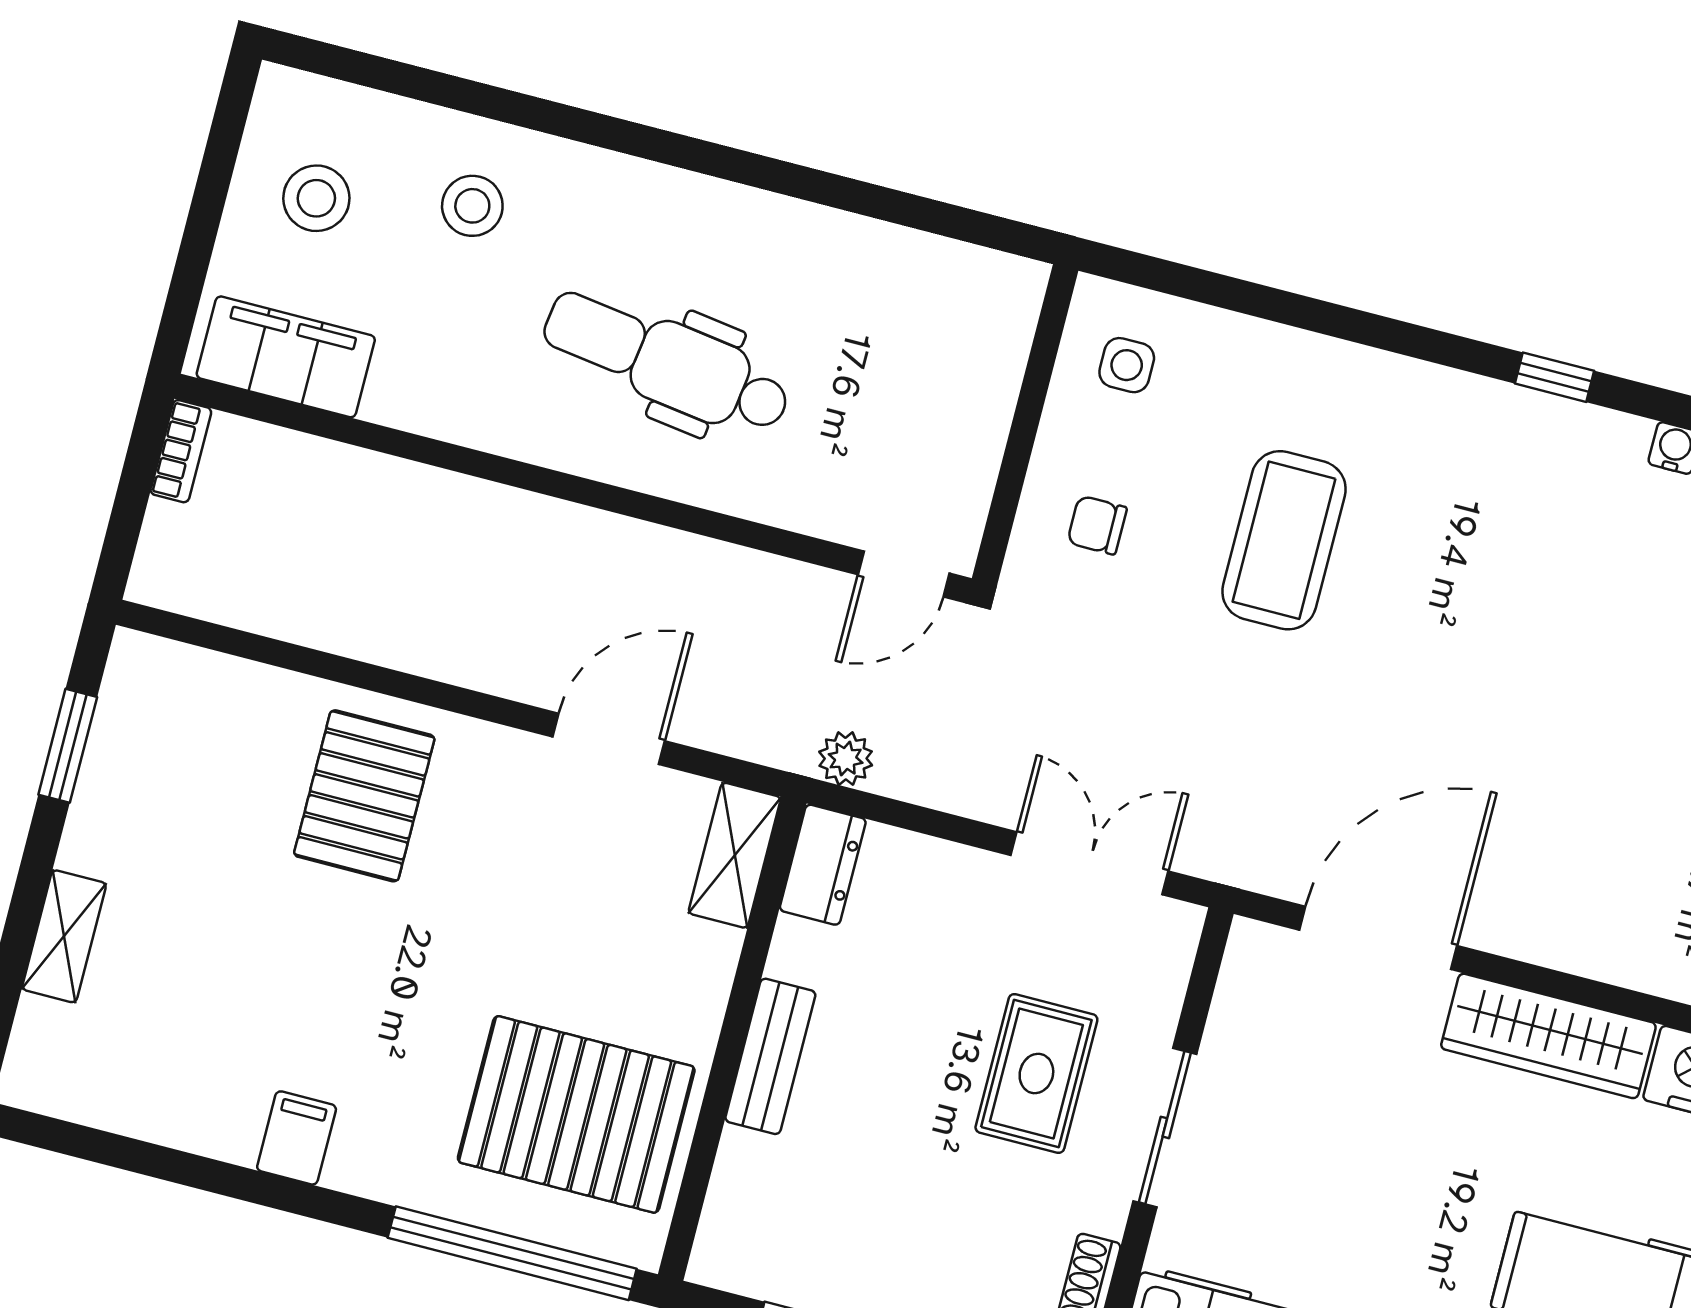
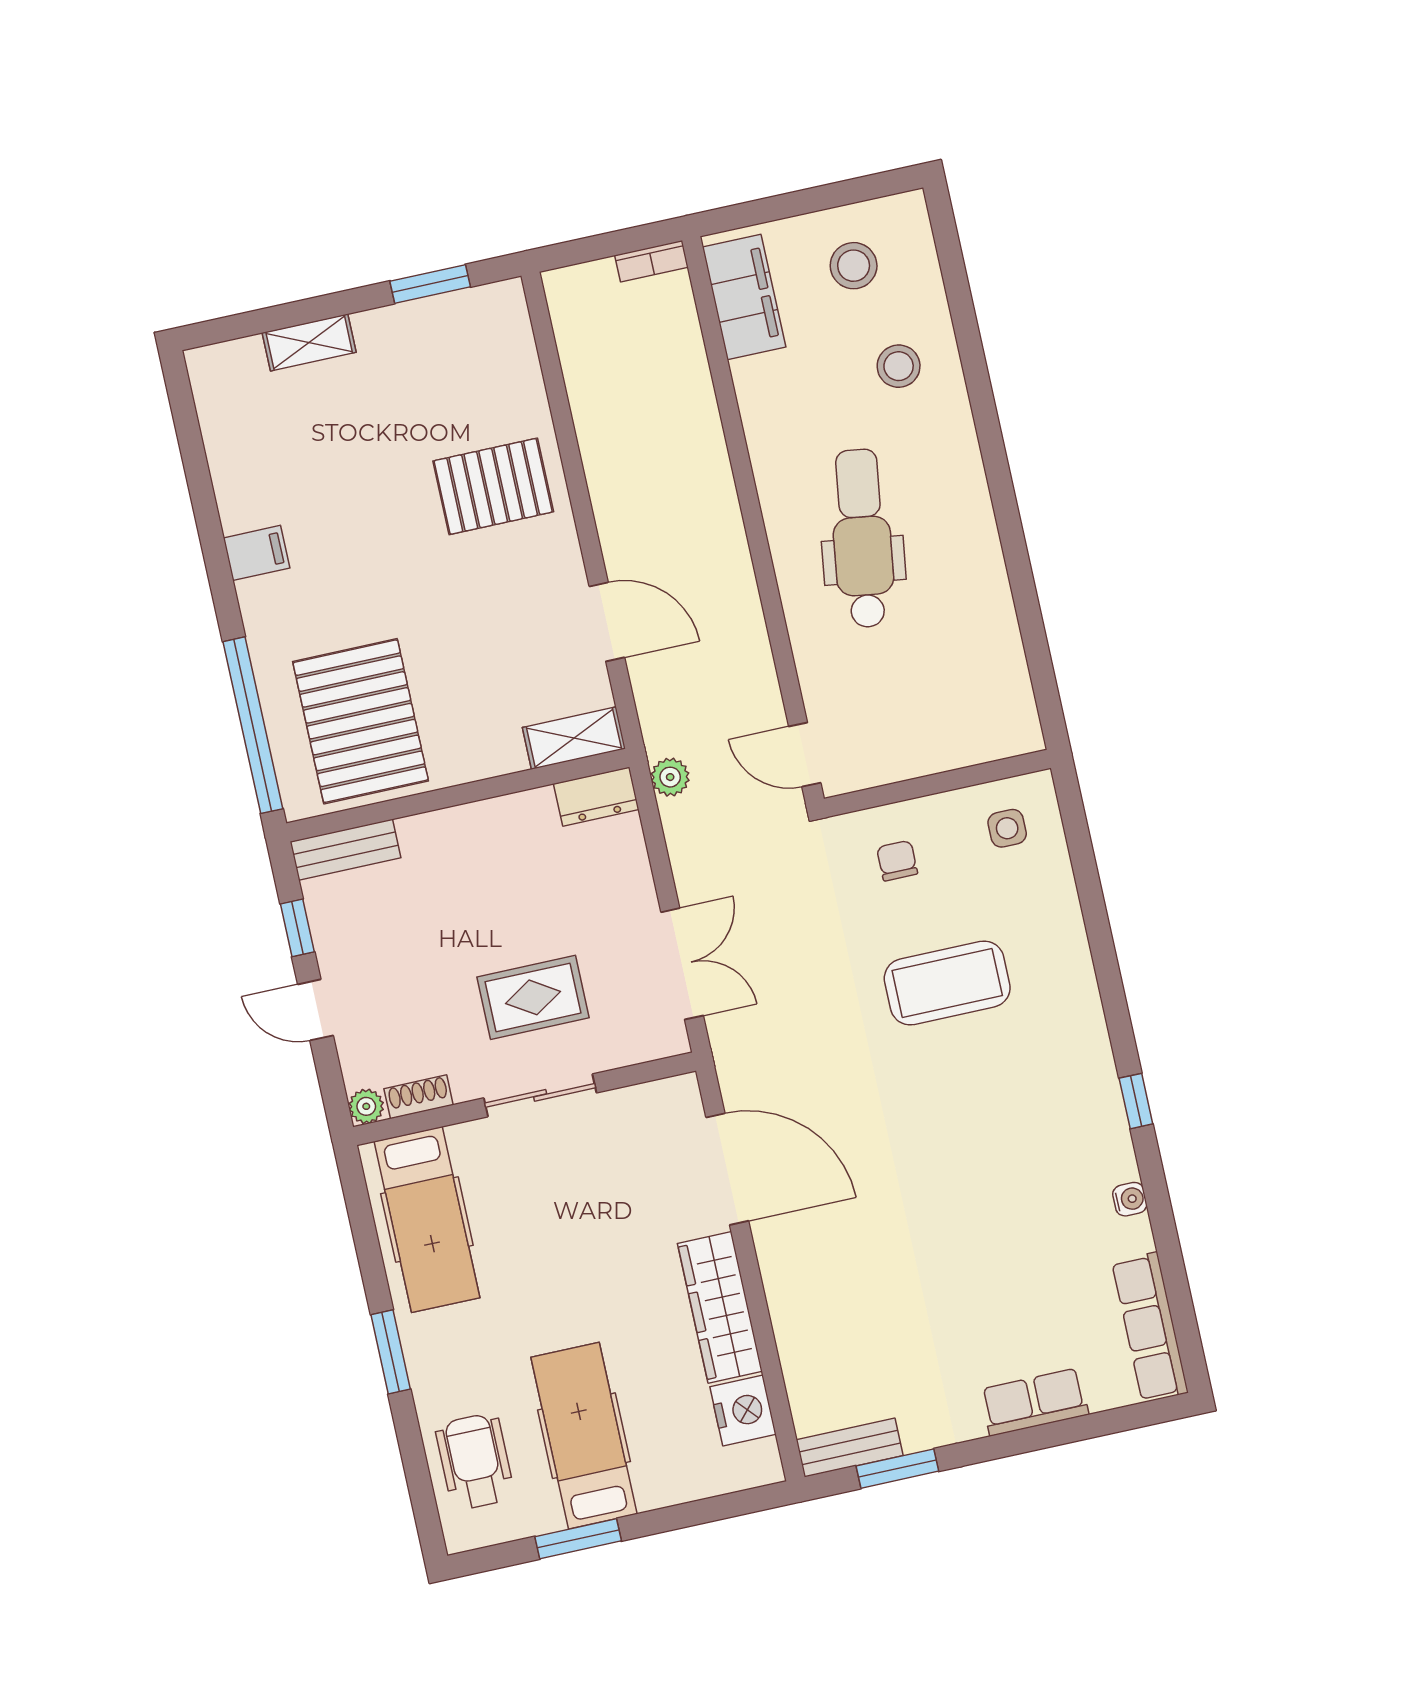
bench: (770, 1056) -> (345, 850), moved

